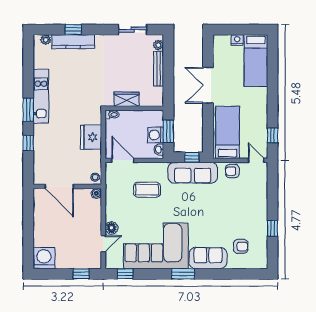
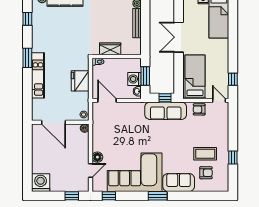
kitchen unit: (41, 96) -> (38, 75), moved
window: (28, 143) -> (27, 19), moved
coffee table: (147, 190) -> (205, 154), moved

